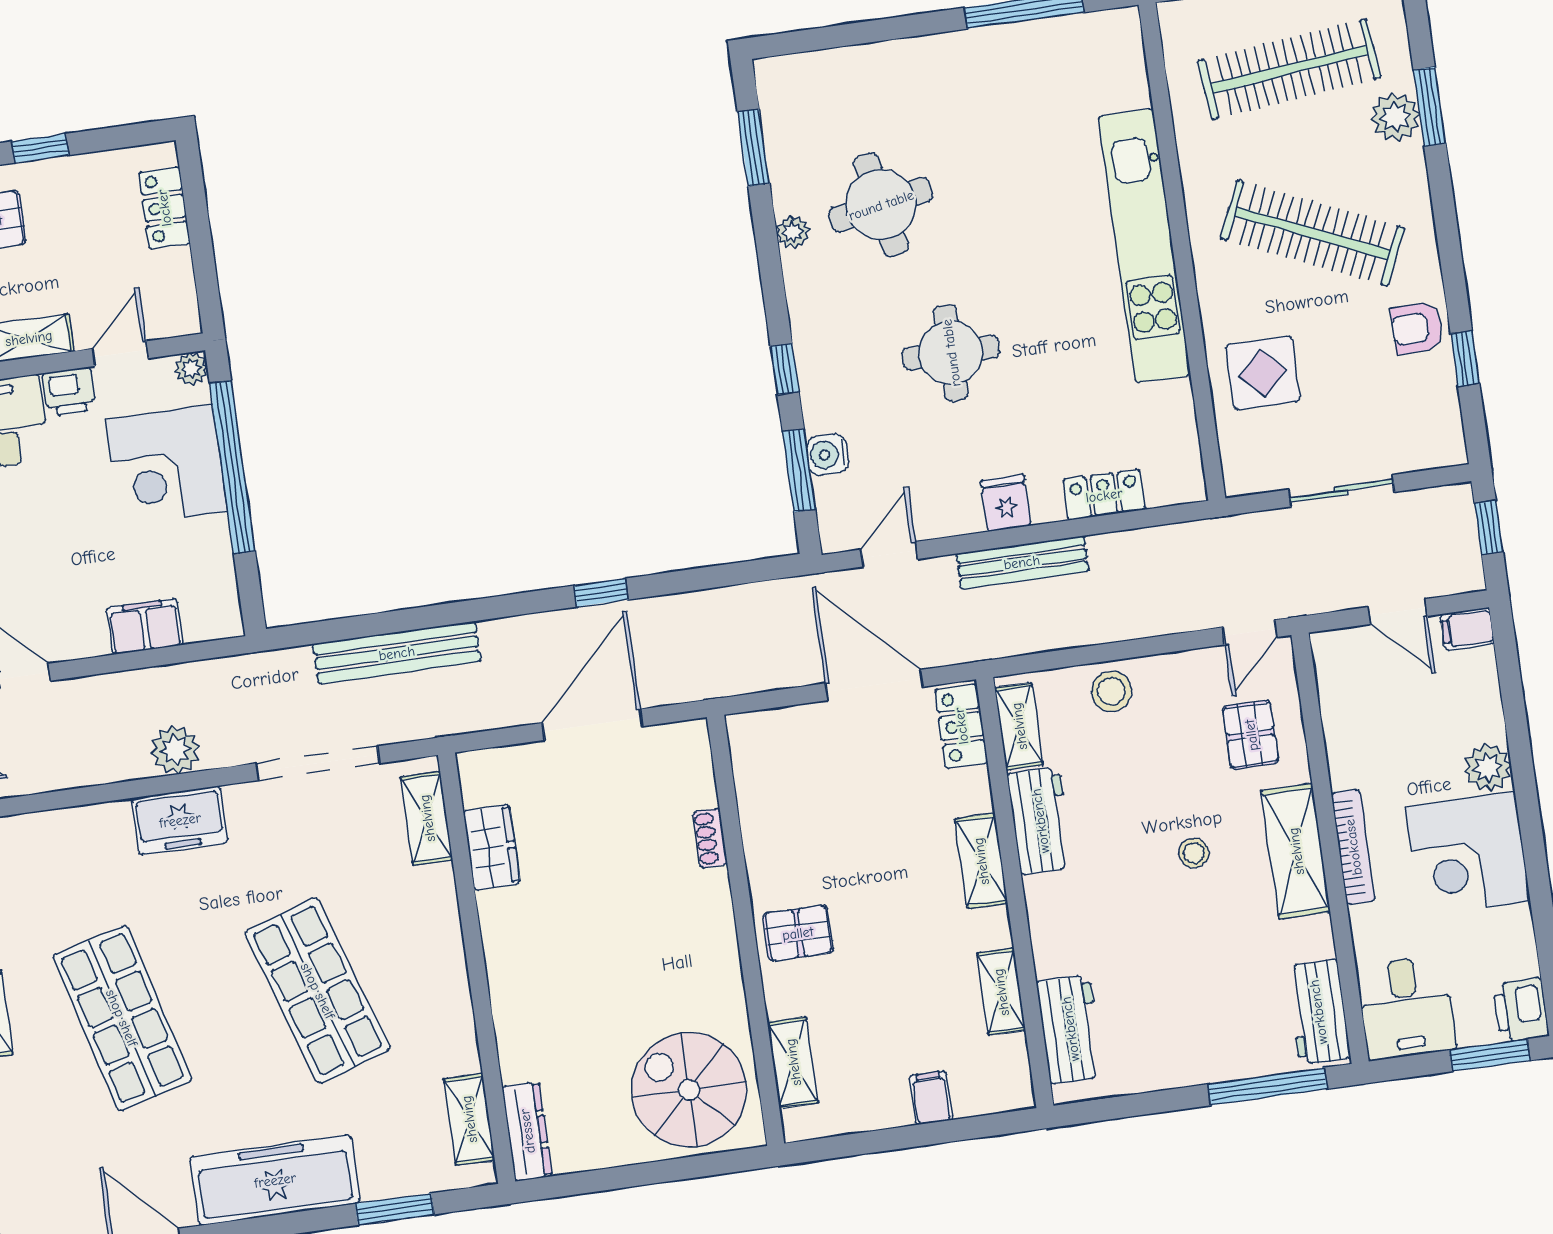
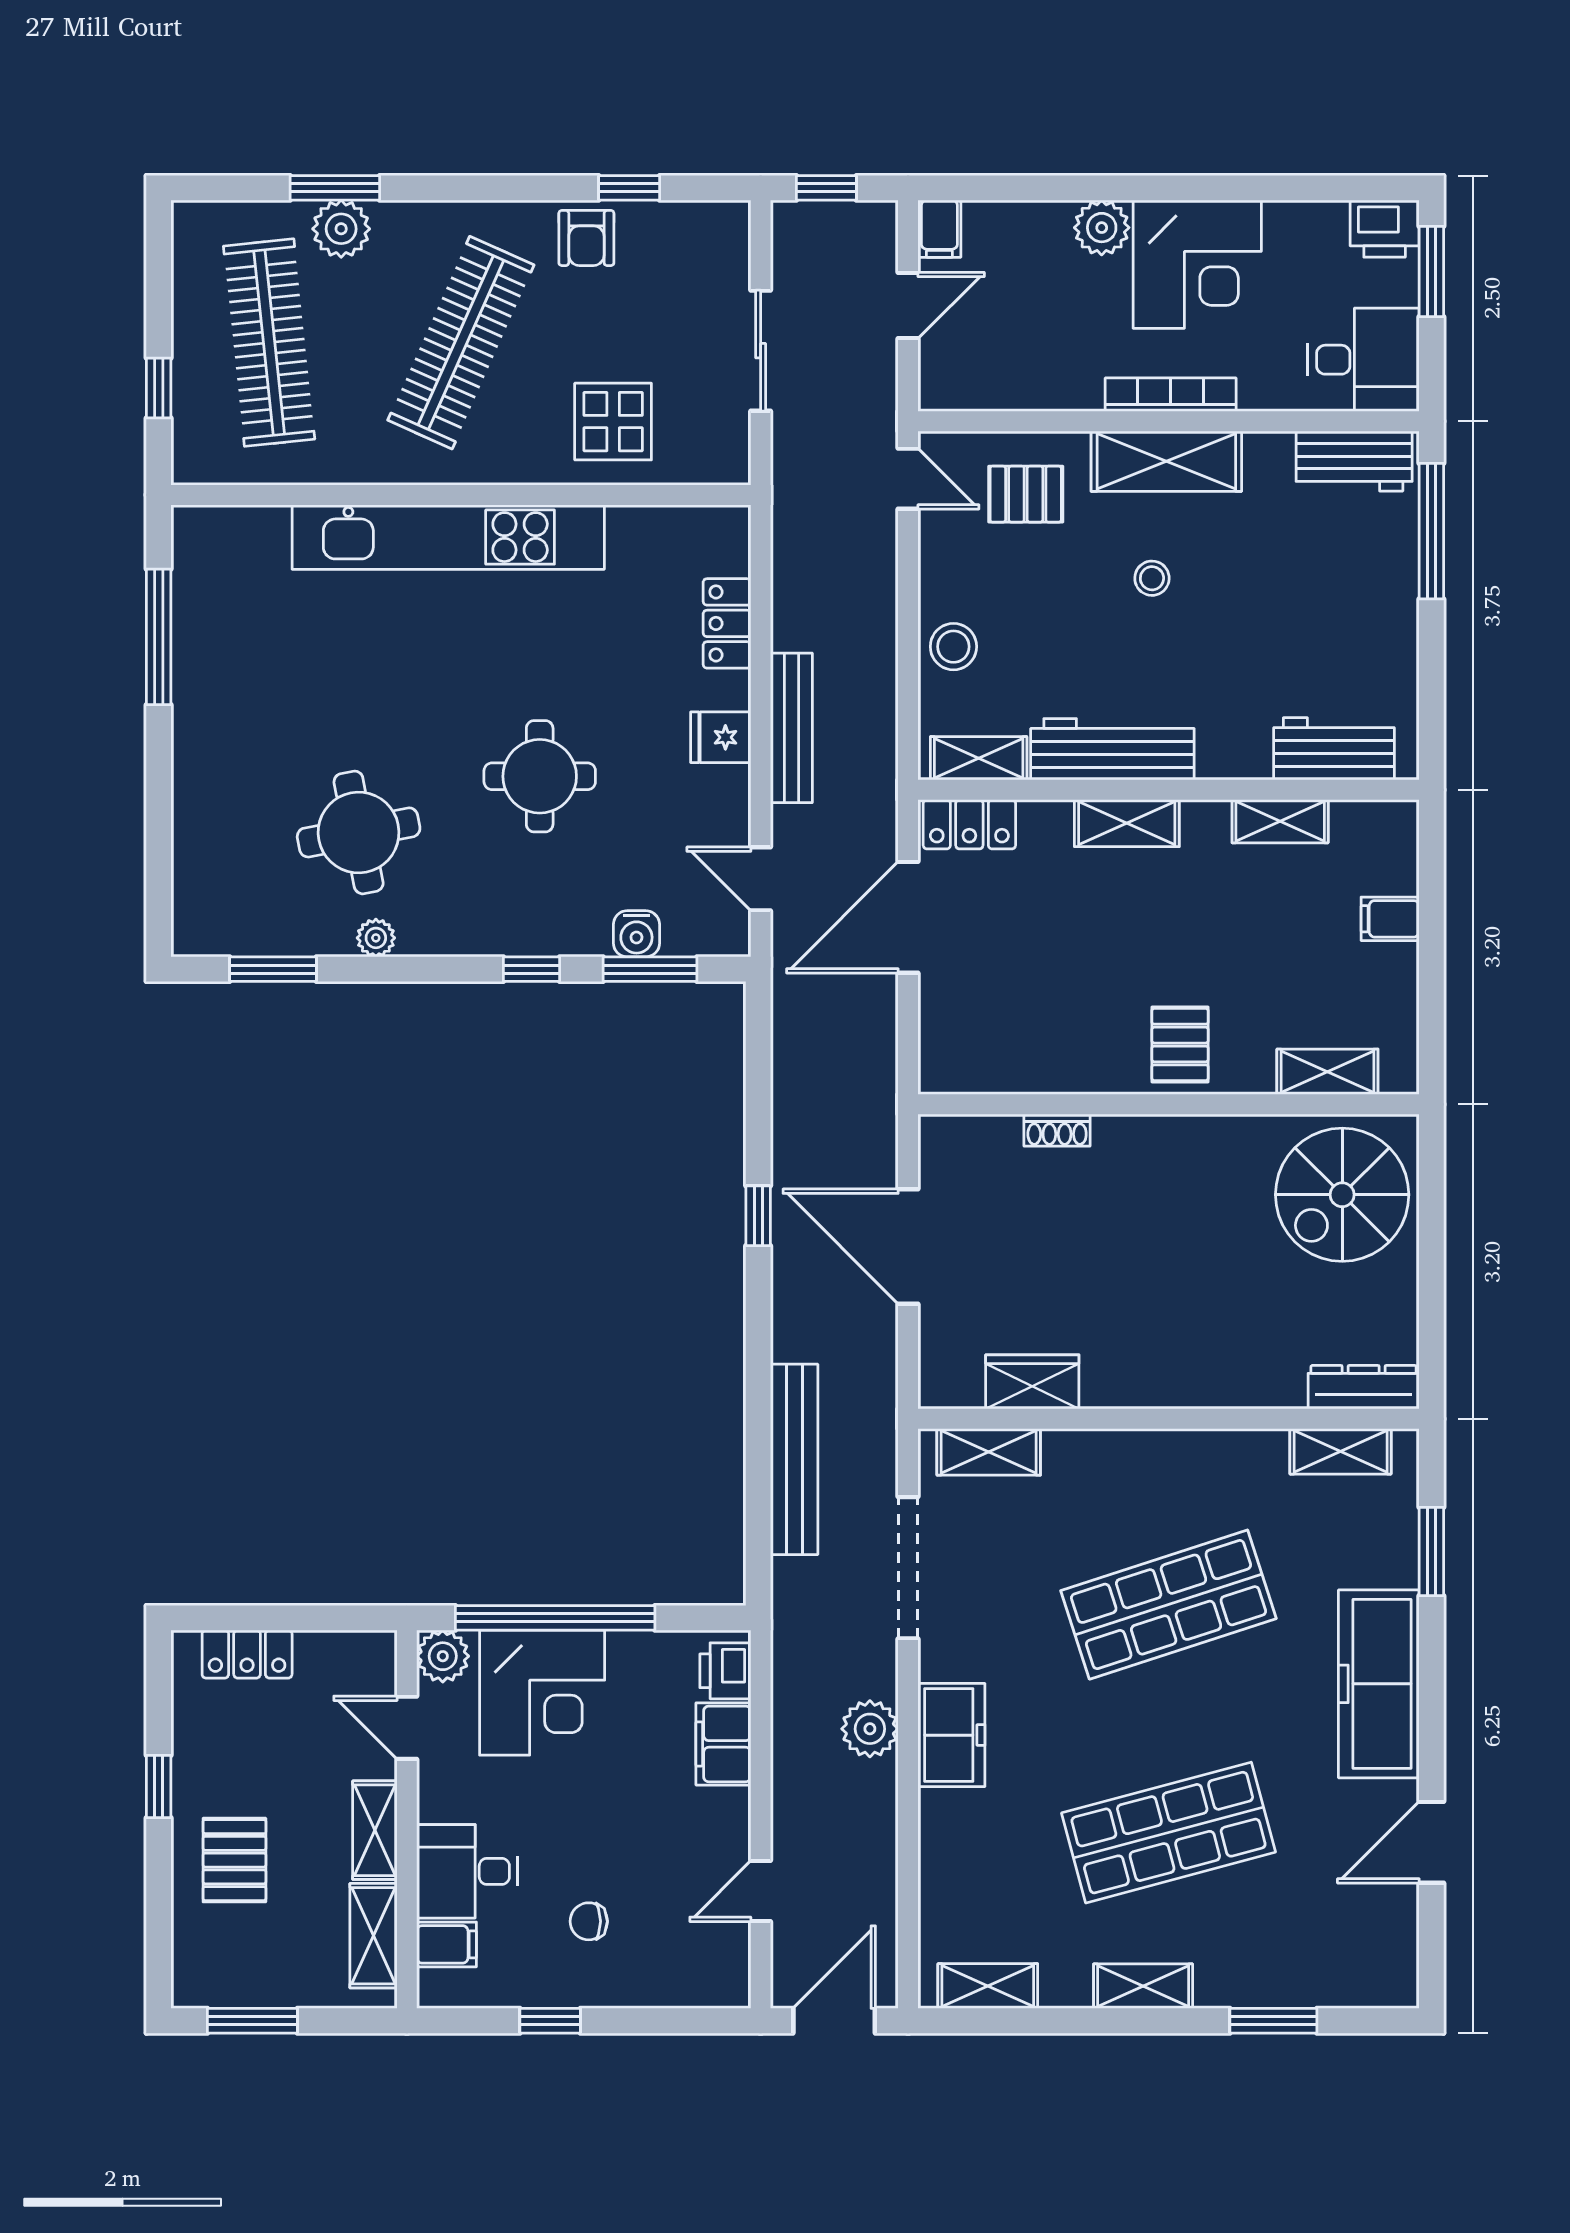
plant: (191, 369) -> (443, 1656), width x1.38, depth x1.38
printer: (69, 392) -> (725, 1671), moved, turned 180
workbench: (1040, 821) -> (1112, 749), width x1.38

